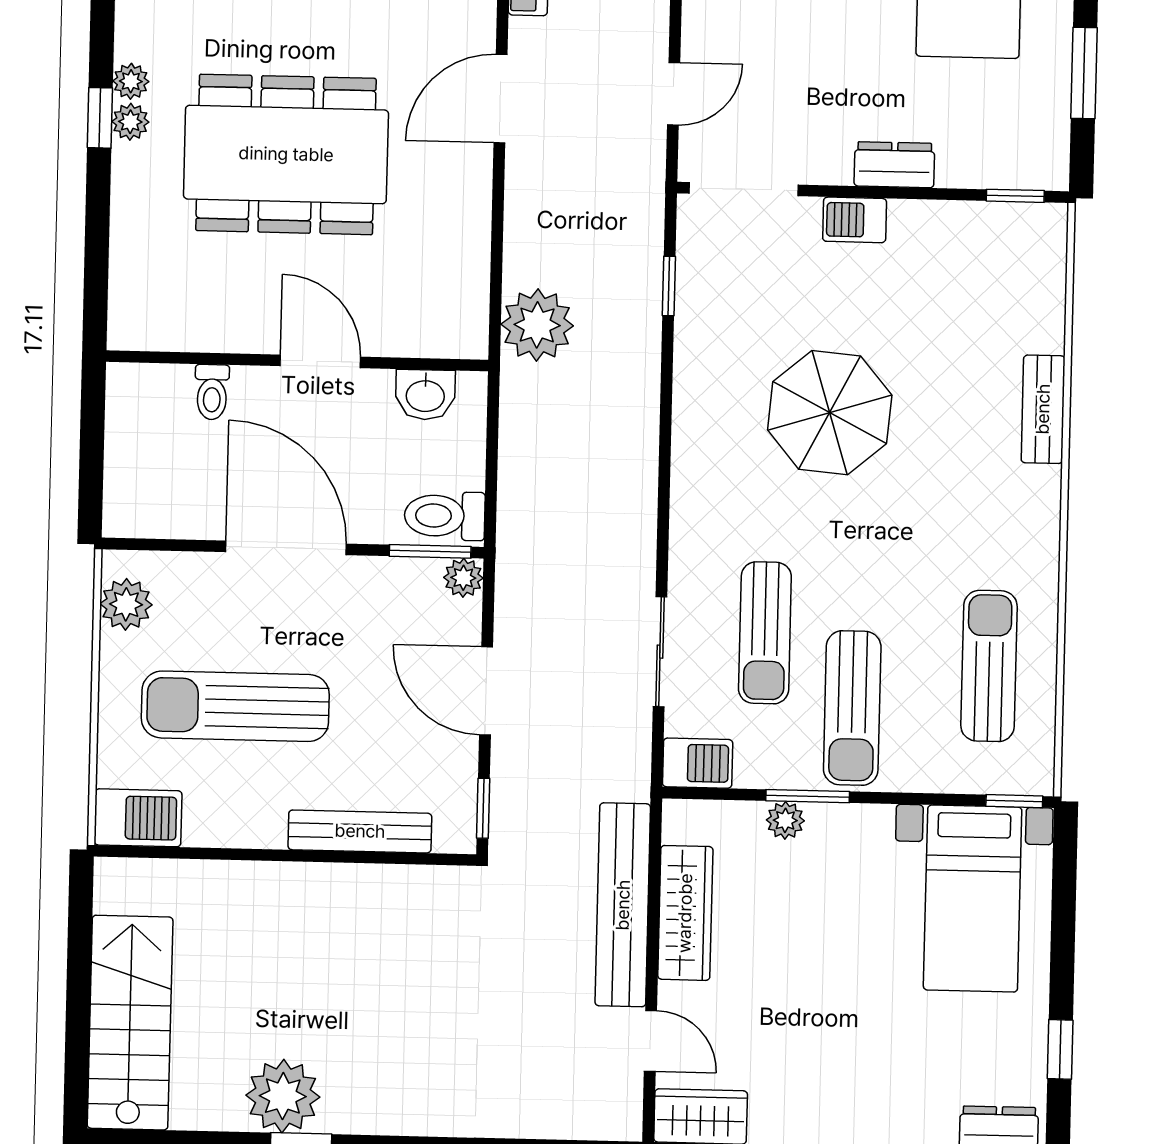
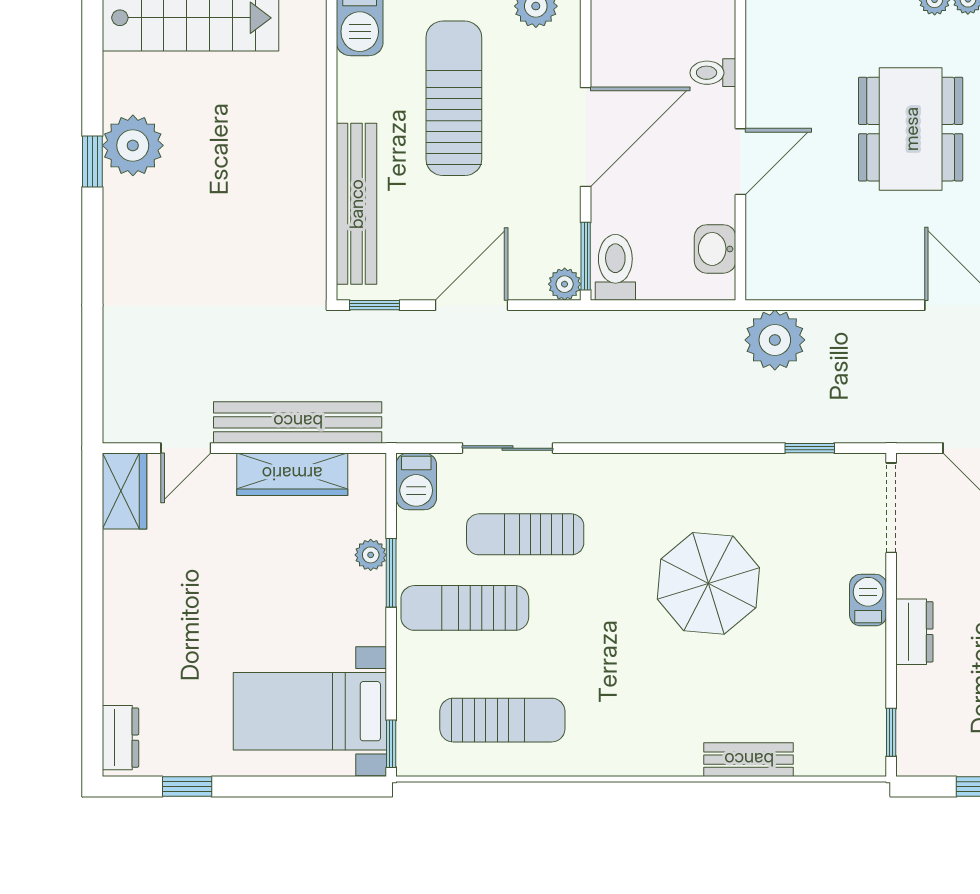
dining table: (286, 154) -> (911, 129), width x0.73, depth x0.80
bench: (1043, 409) -> (749, 760), moved
bench: (360, 831) -> (356, 204), width x1.37, depth x1.21

